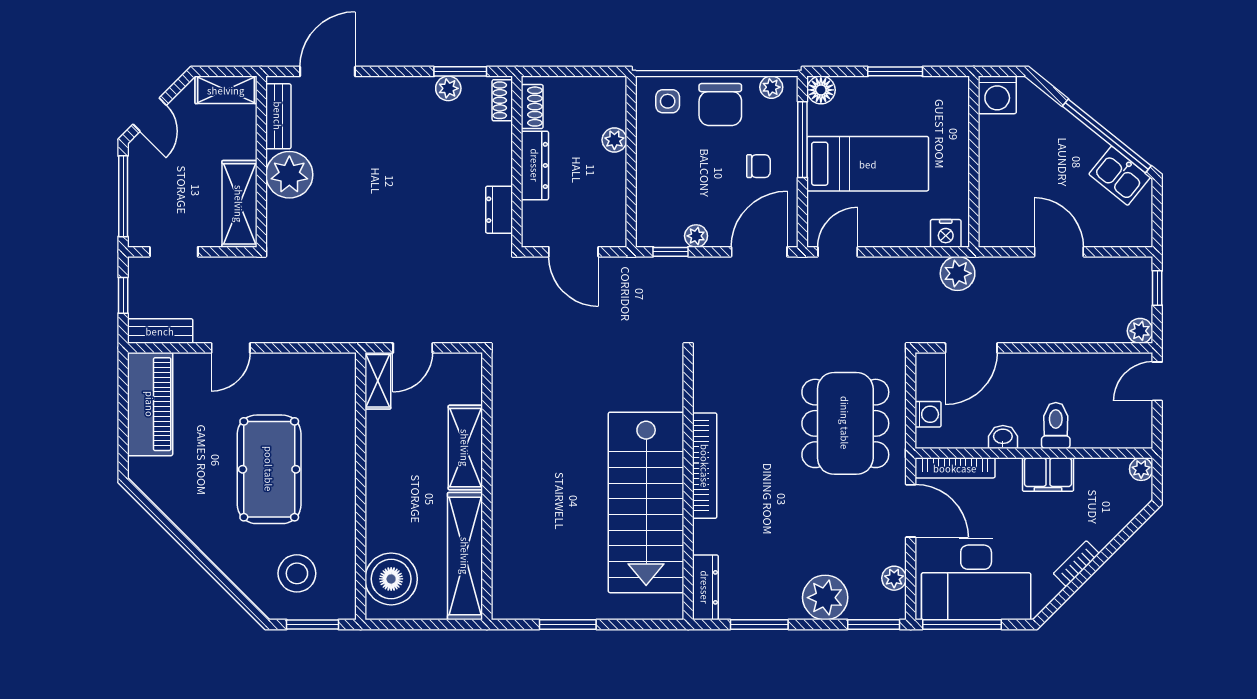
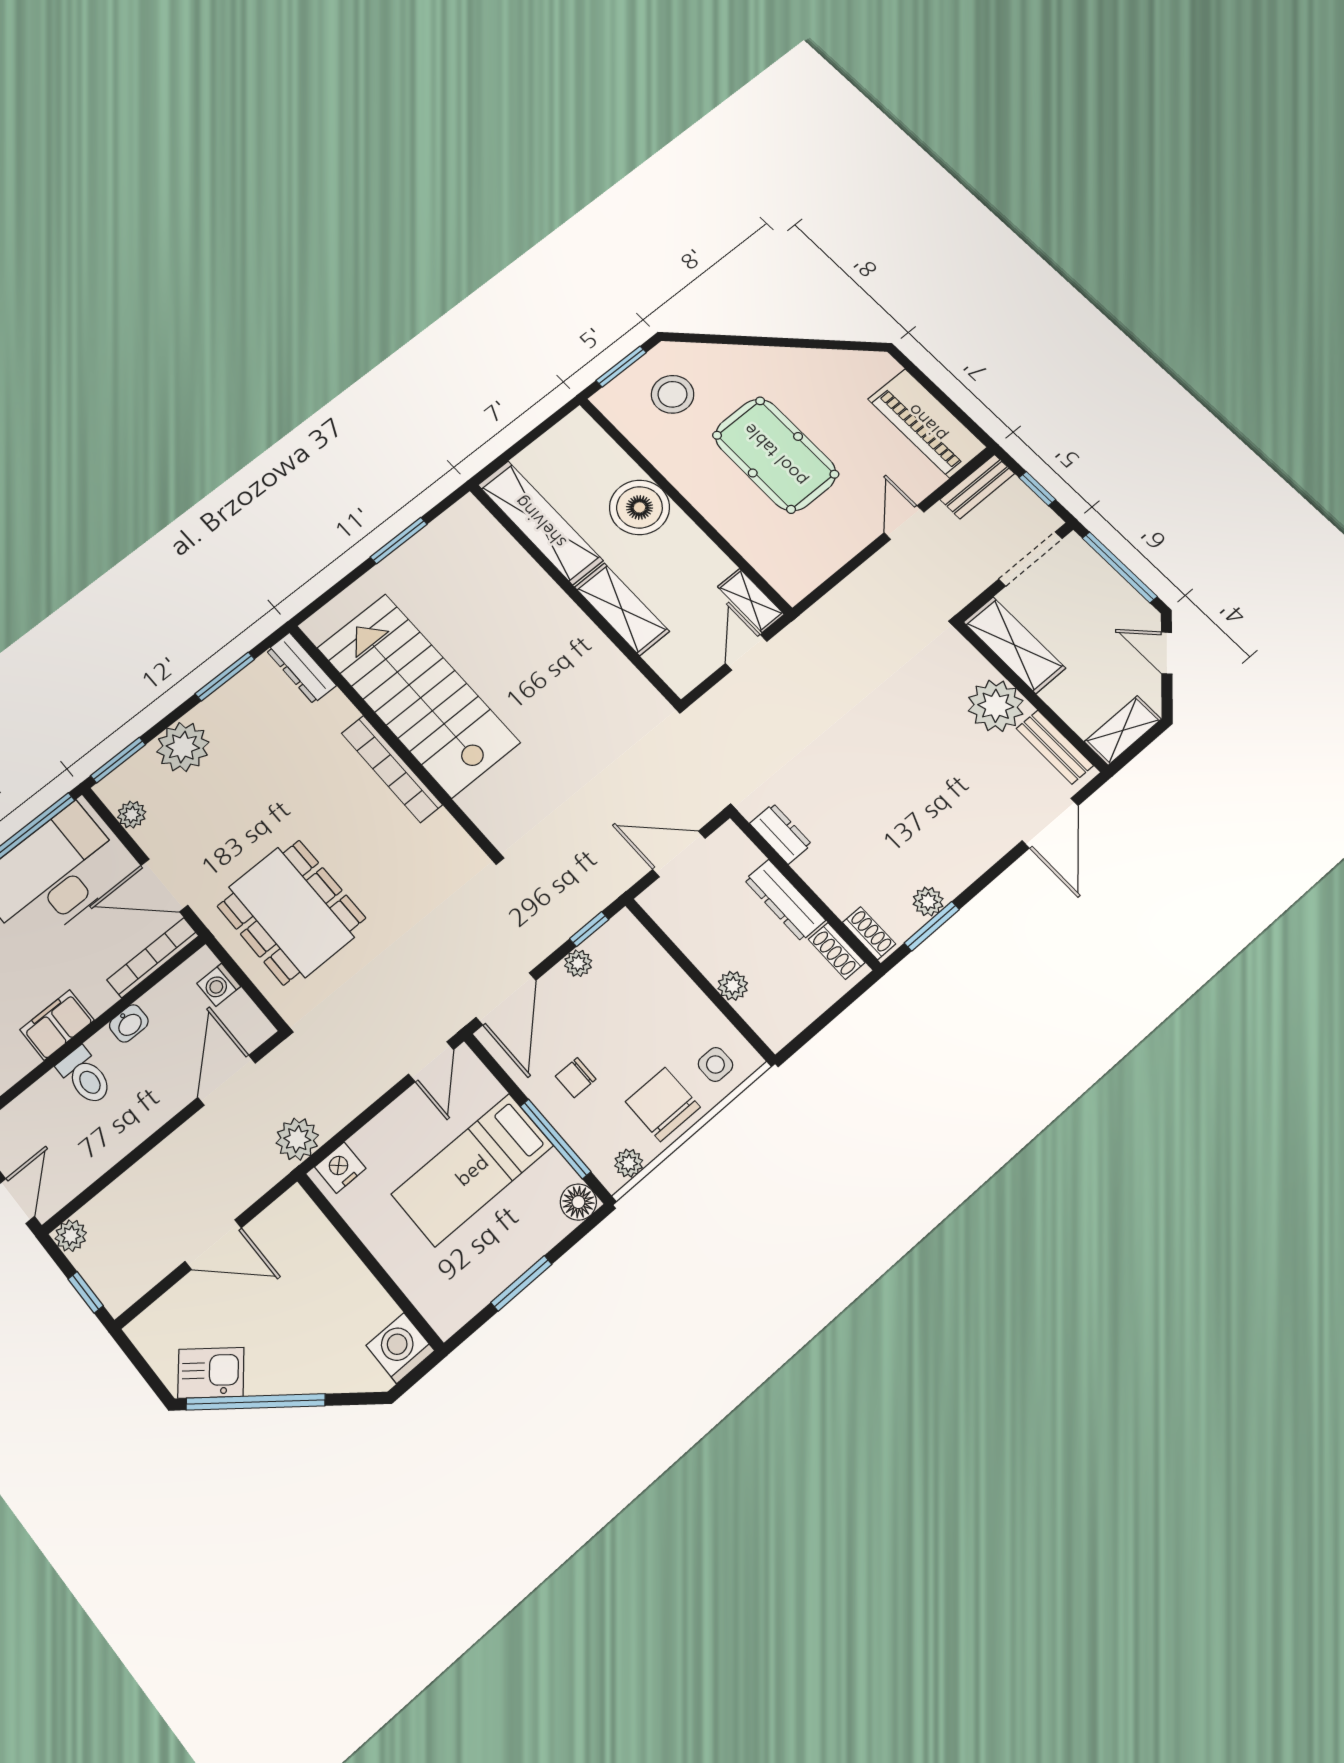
doorway: (174, 252) -> (1030, 559), width x1.38
boiler: (391, 579) -> (639, 507), moved

